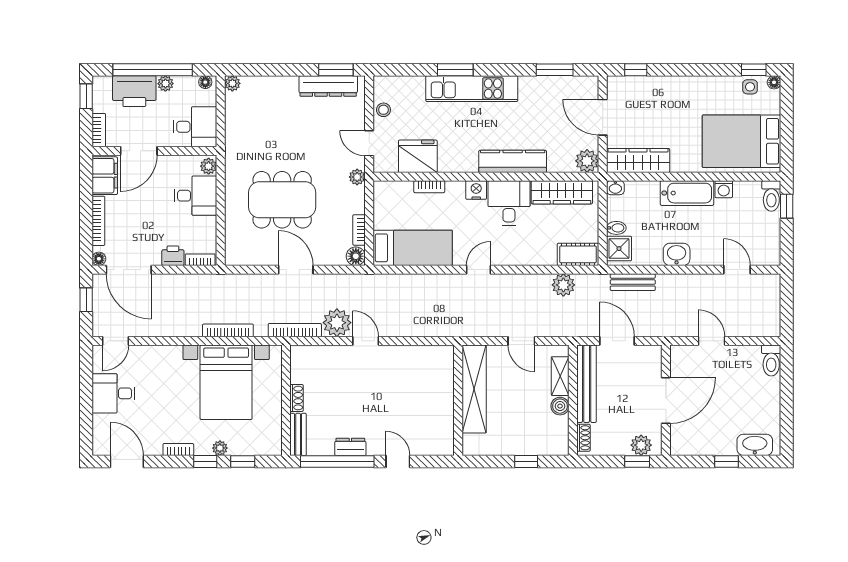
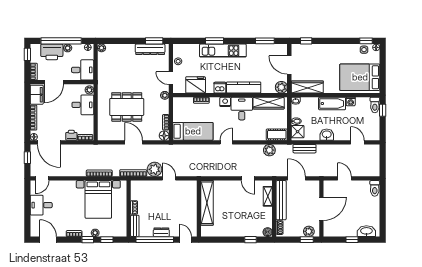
dishwasher: (466, 162) -> (220, 88), added
shelving: (474, 389) -> (207, 203), moved
wall: (458, 400) -> (199, 209), moved
boiler: (560, 406) -> (268, 232), moved

